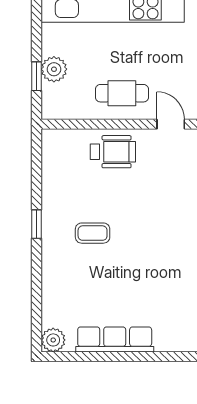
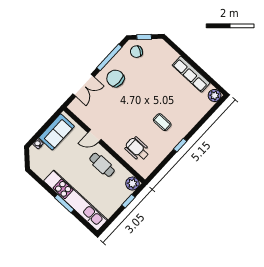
plant: (54, 69) -> (132, 184), moved
door: (171, 124) -> (94, 136), hinge flipped
wheelchair: (113, 152) -> (137, 149), moved

